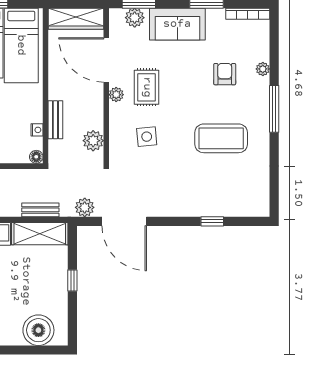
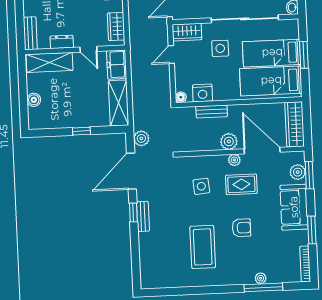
door: (106, 60) -> (262, 151), hinge flipped
armchair: (225, 74) -> (241, 228), moved
window: (274, 109) -> (263, 287), moved
nightstand: (37, 130) -> (203, 93), width x1.89, depth x1.79
plant: (93, 141) -> (229, 141), moved
bench: (40, 210) -> (143, 216), moved
window: (212, 221) -> (133, 213), moved
boiler: (38, 330) -> (34, 100), width x0.54, depth x0.54

